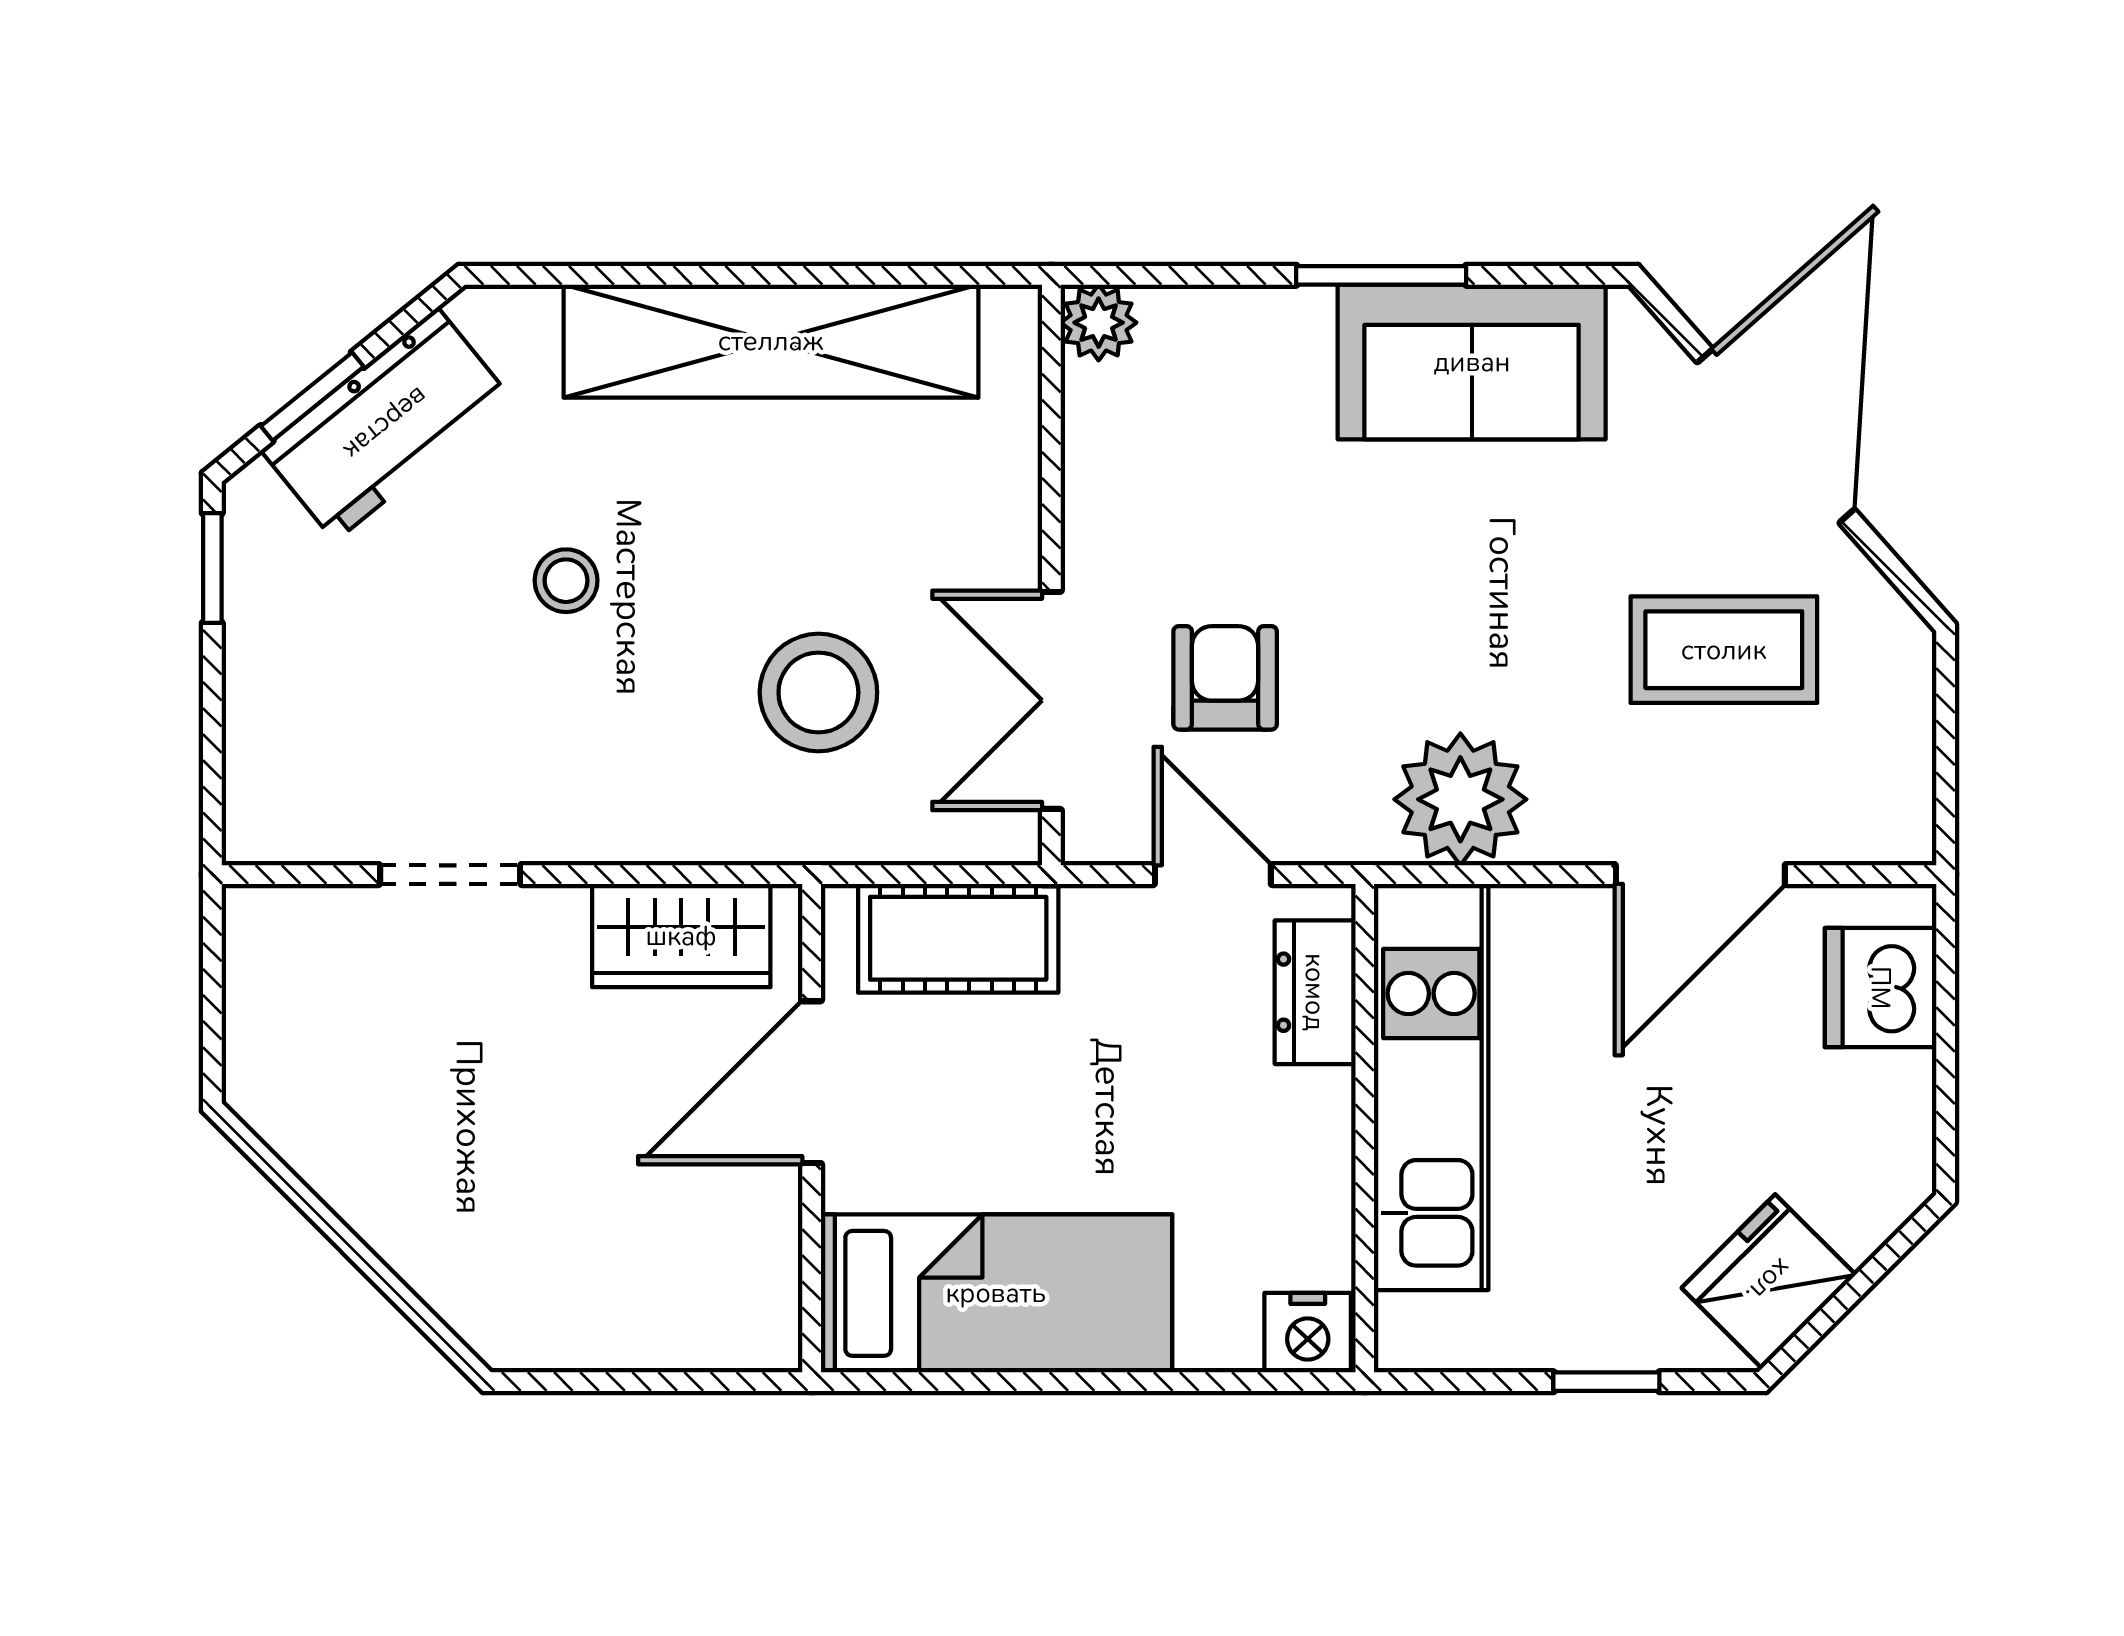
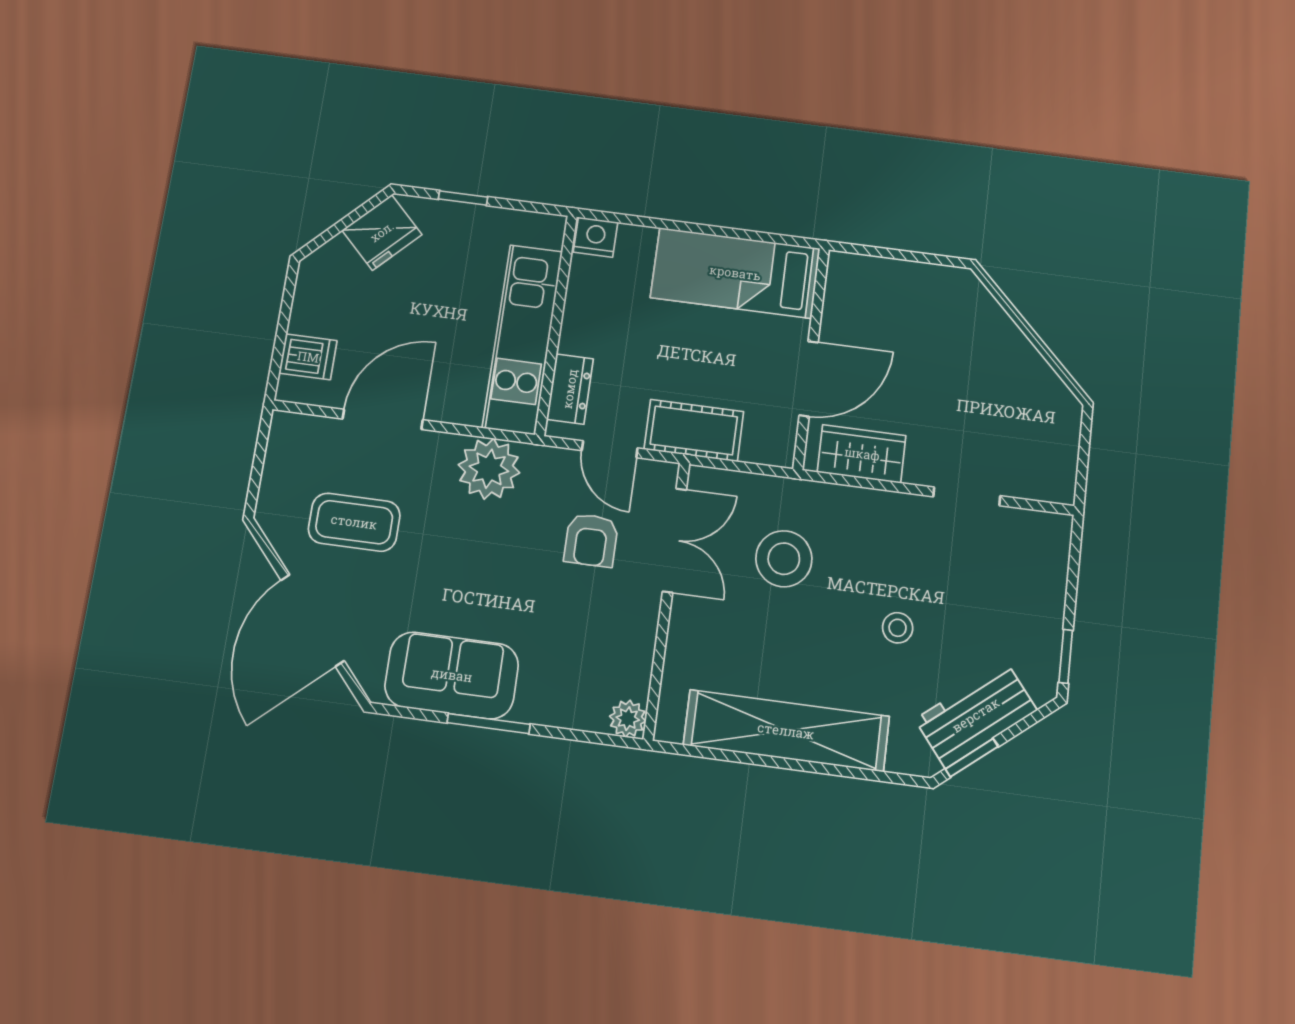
window: (312, 396) -> (972, 758), moved
cot: (958, 938) -> (694, 430), moved
dishwasher: (1881, 988) -> (308, 357), width x0.73

